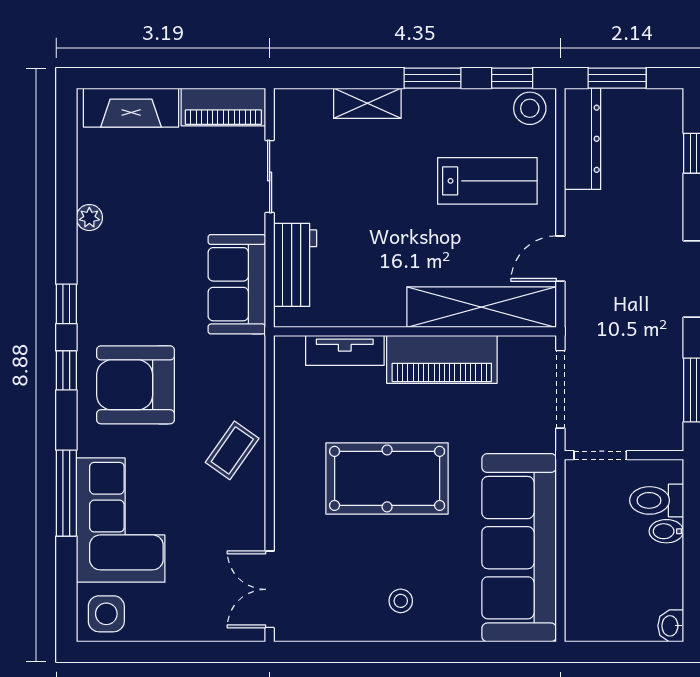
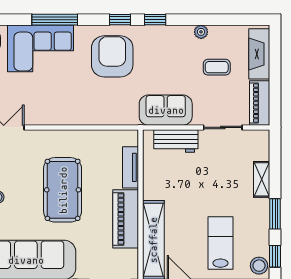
lab bench: (487, 181) -> (220, 243), turned 180
coffee table: (232, 450) -> (217, 67), moved, turned -35

